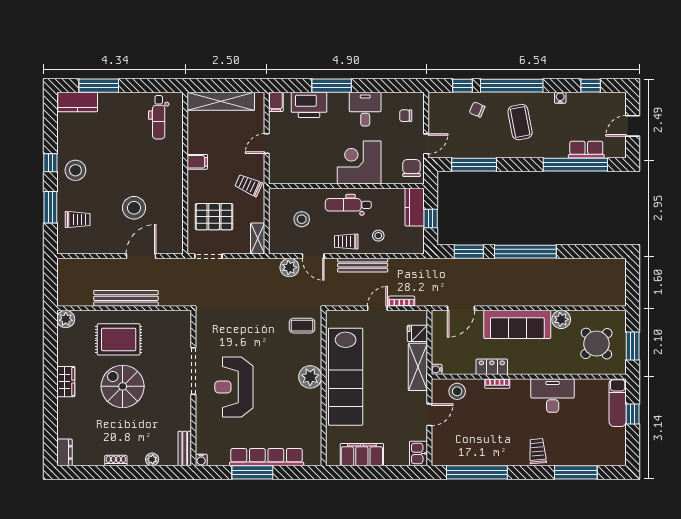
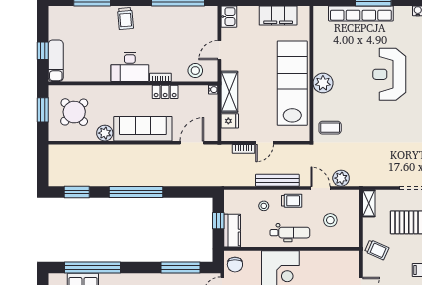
window: (469, 252) -> (77, 192), moved
reception desk: (234, 387) -> (389, 74), turned 180
desk: (553, 396) -> (130, 67), moved

